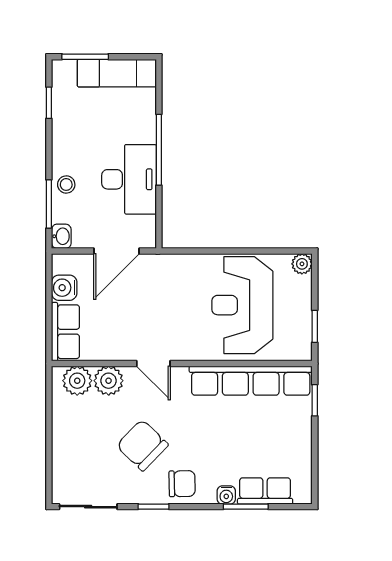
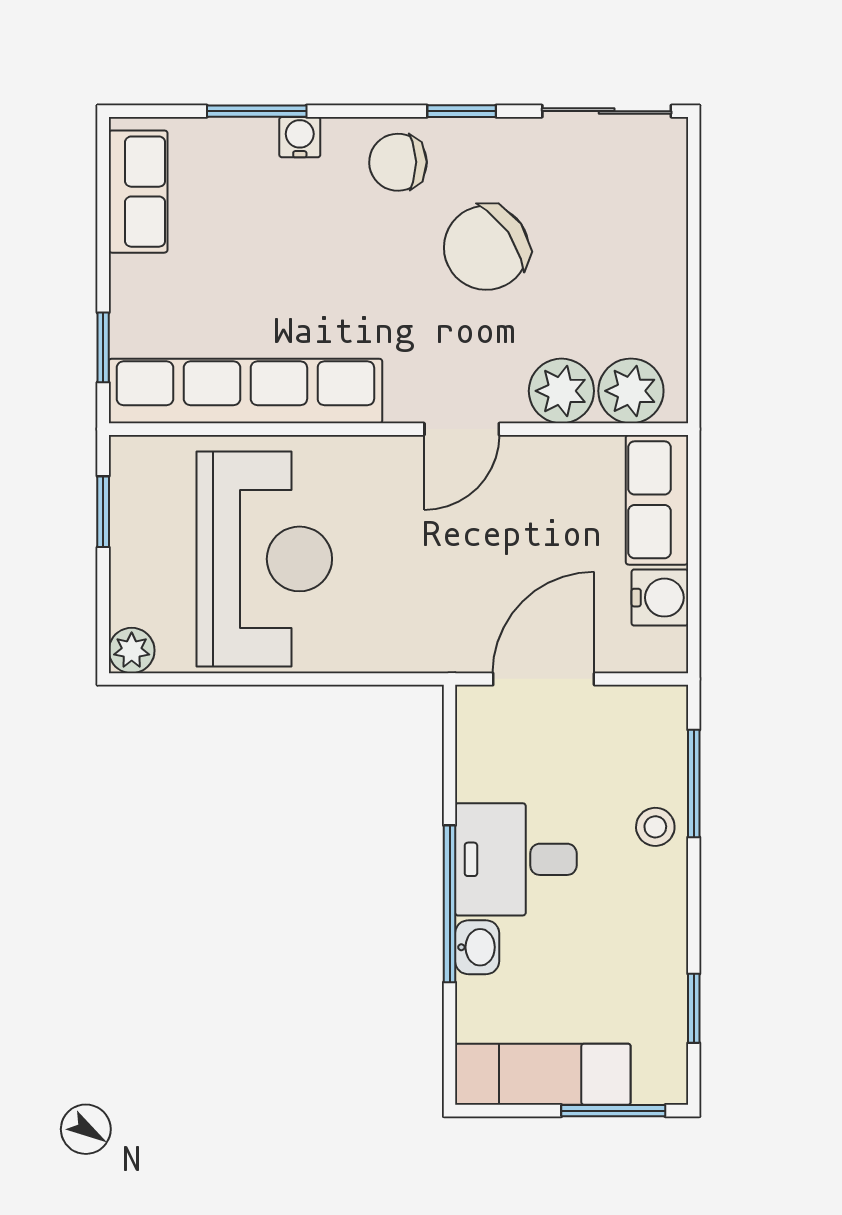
desk: (129, 179) -> (516, 859), width x0.73
washbasin: (61, 236) -> (477, 947), moved, turned 180
door: (153, 364) -> (462, 429), swing flipped
chair: (142, 445) -> (486, 248), turned 101
row of seats: (265, 491) -> (138, 192), moved, turned -90

